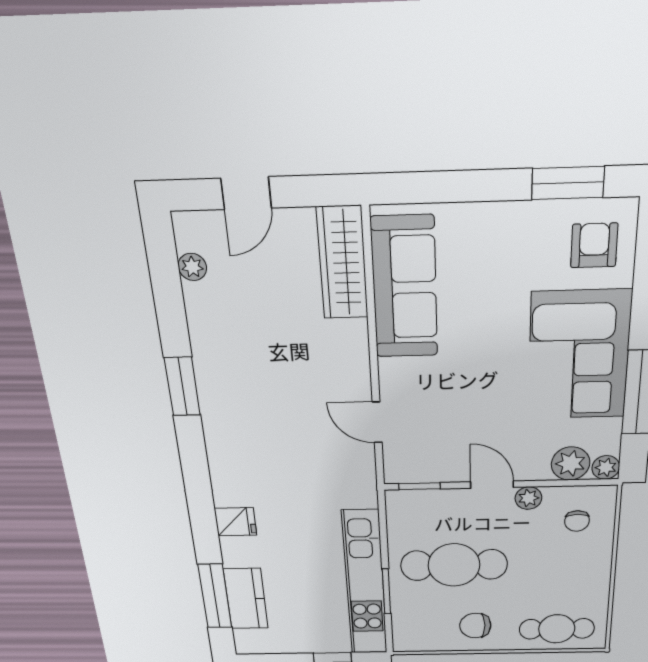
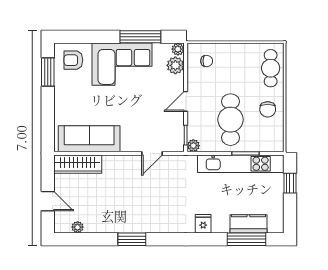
plant: (528, 498) -> (193, 146), moved

